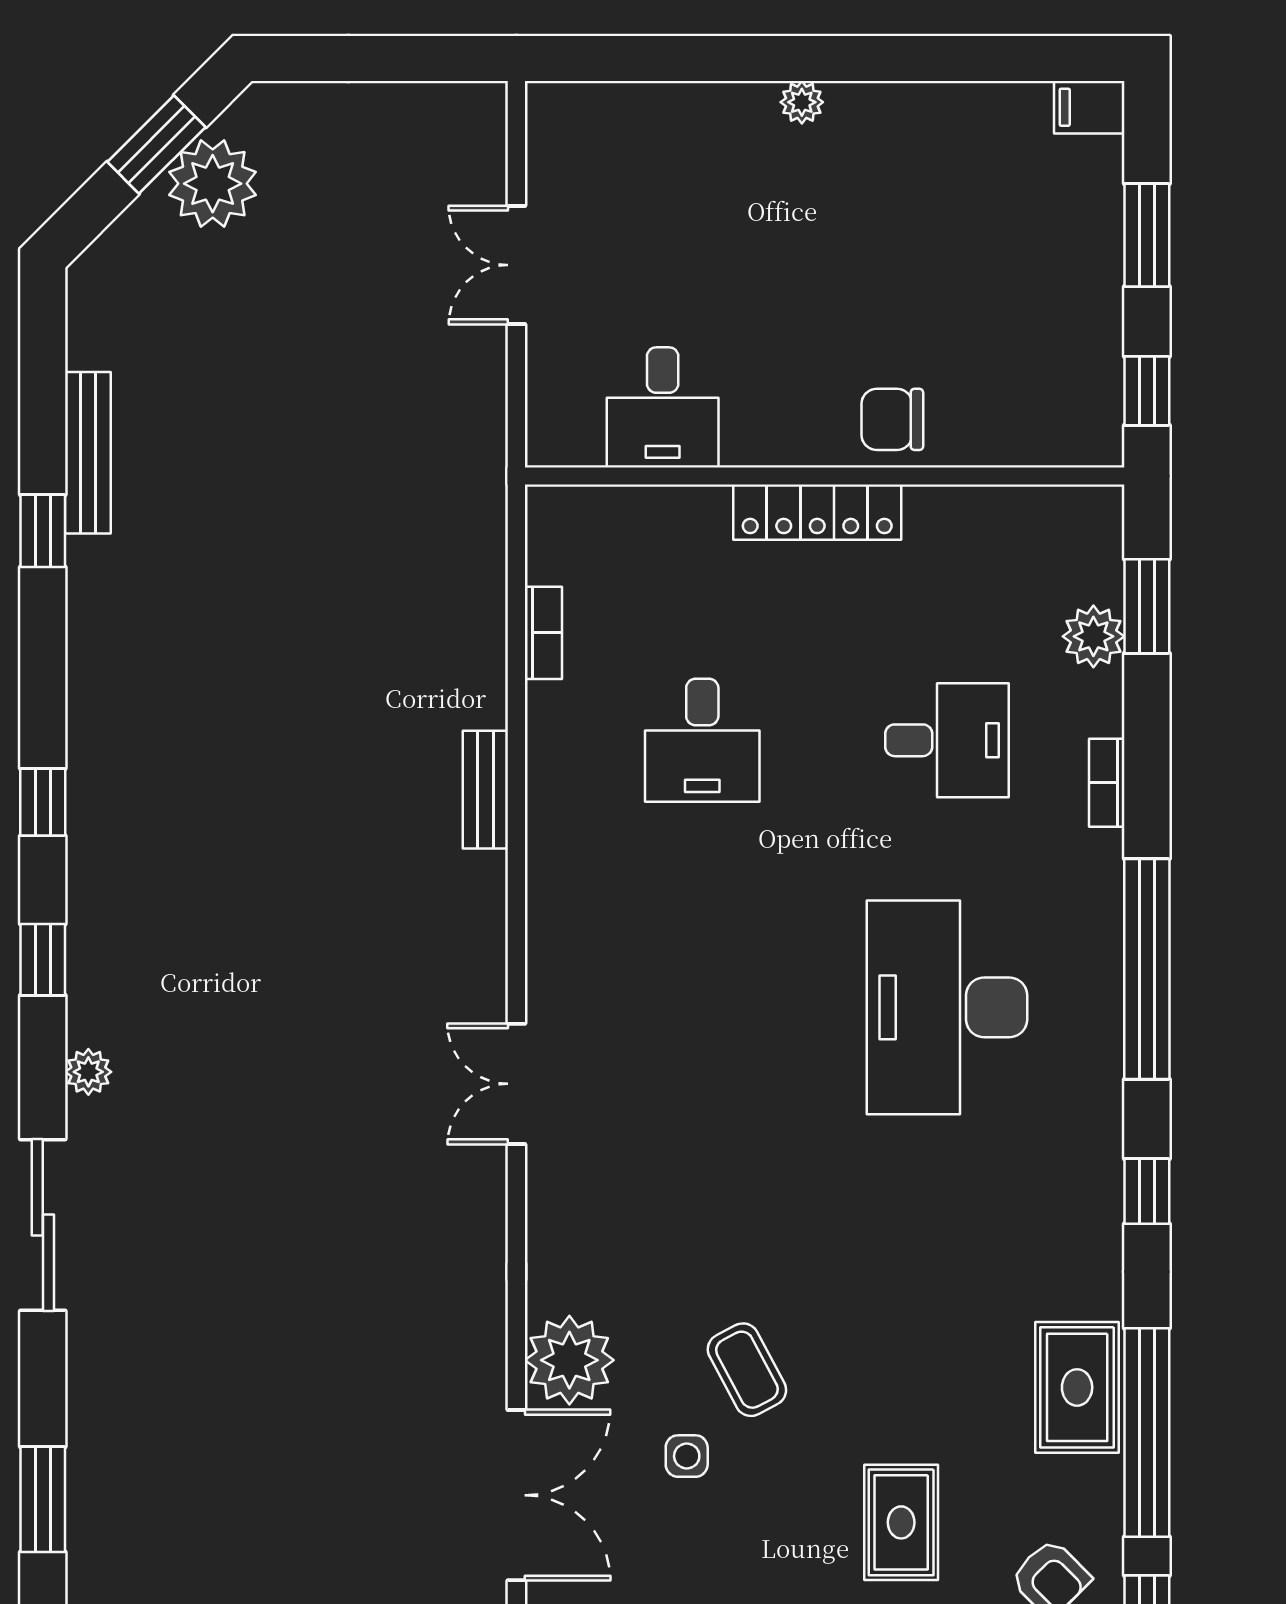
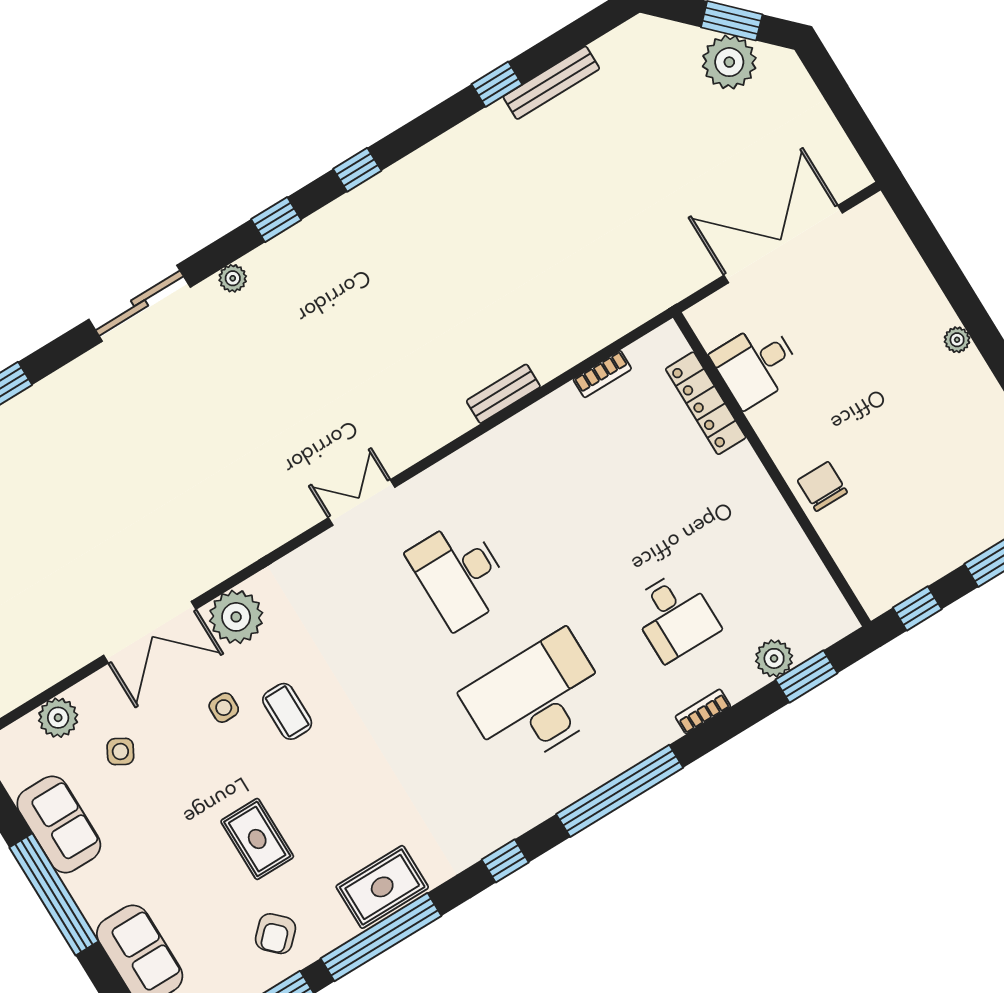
double door: (516, 265) -> (783, 244), width x1.87
locker: (817, 512) -> (706, 403), moved
desk: (702, 740) -> (460, 574), moved, width x1.37
coffee table: (747, 1370) -> (287, 711), turned -62
rug: (901, 1522) -> (257, 839), turned 90

